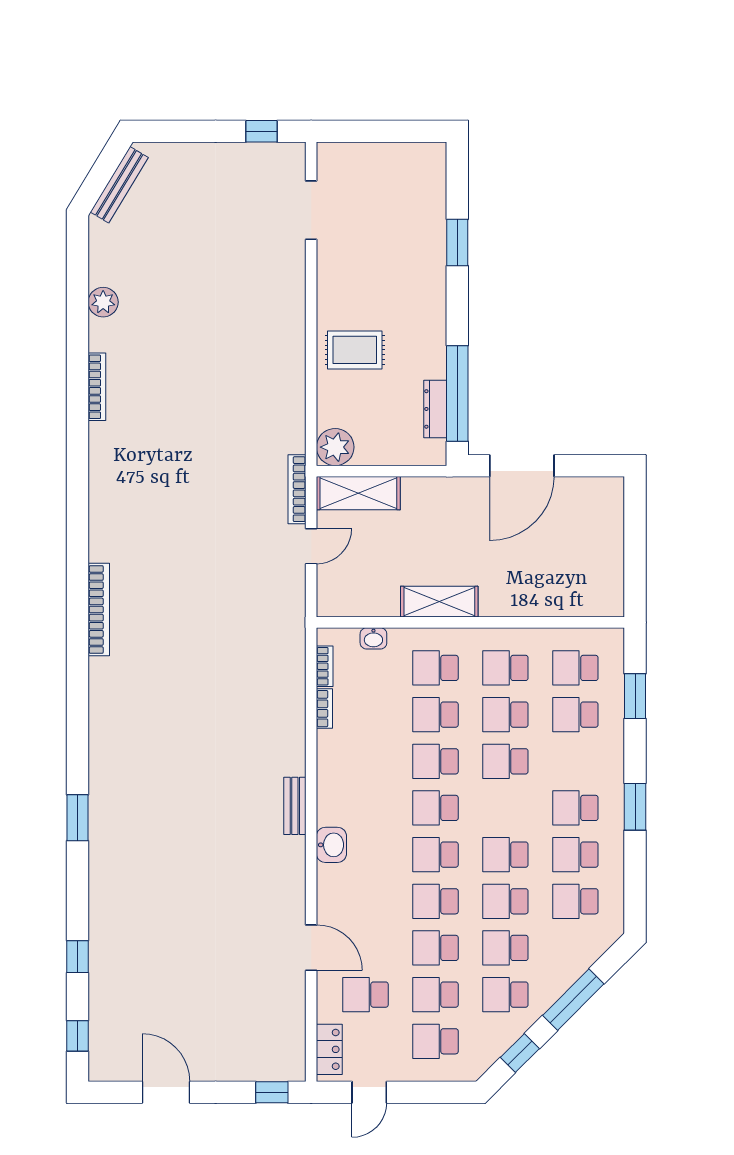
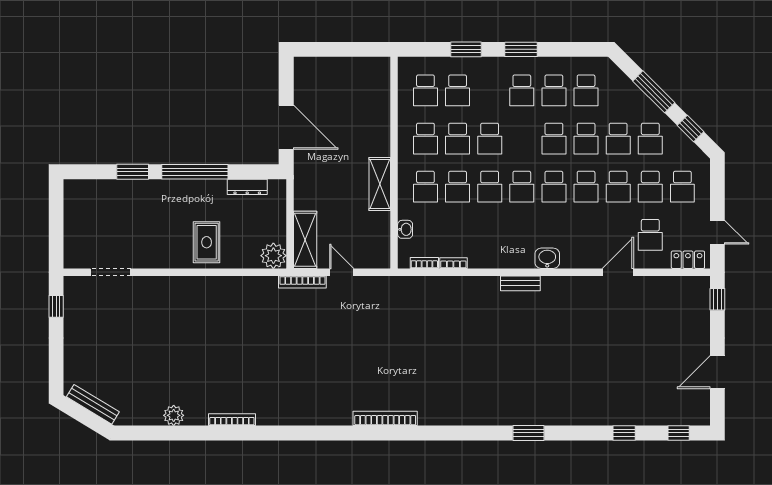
window: (457, 393) -> (195, 172), moved
window: (635, 696) -> (466, 49), moved

